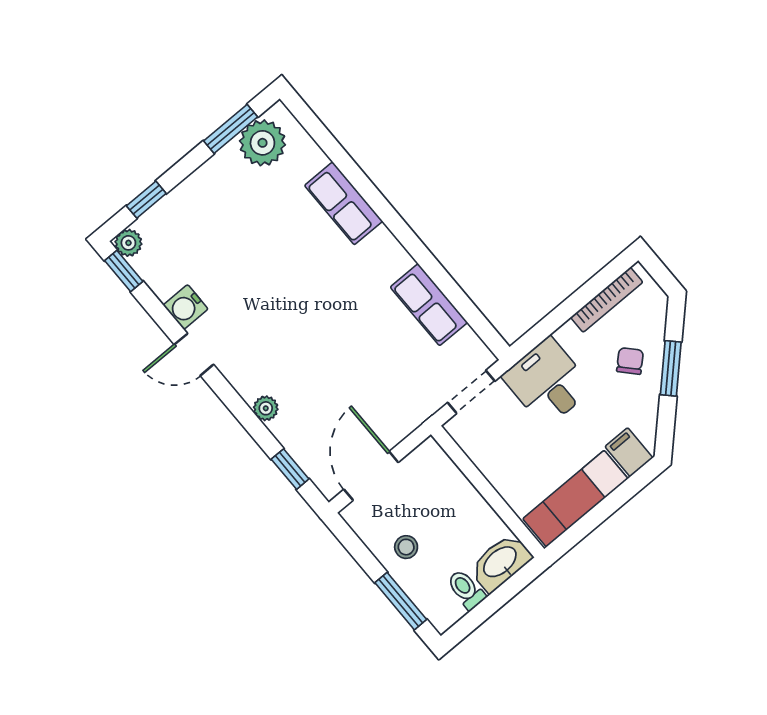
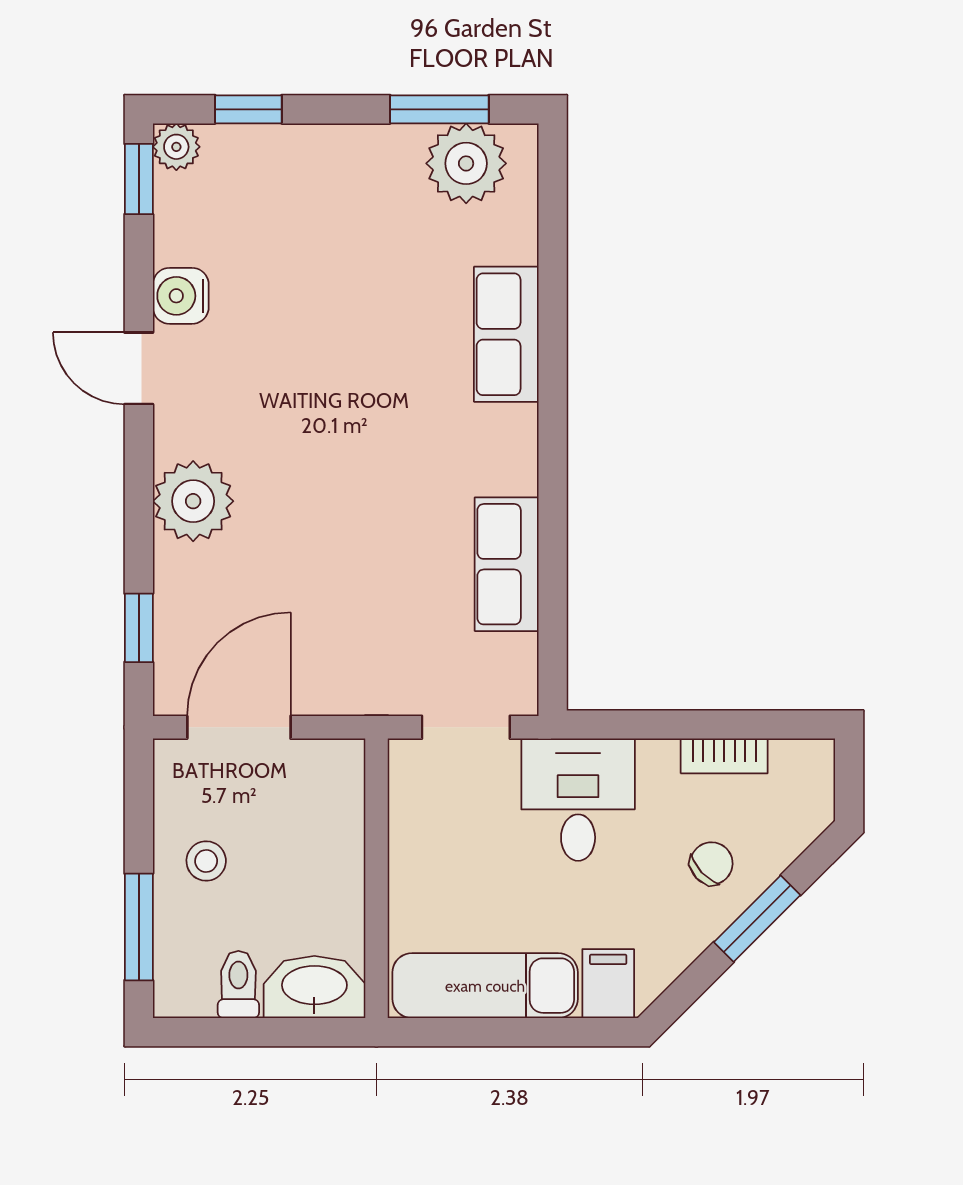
bookcase: (607, 300) -> (724, 756), width x0.64
plant: (266, 408) -> (193, 501), width x1.88, depth x1.88

